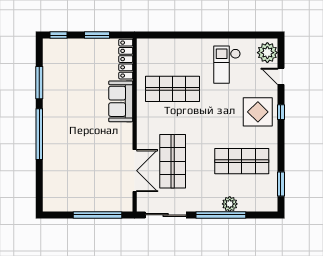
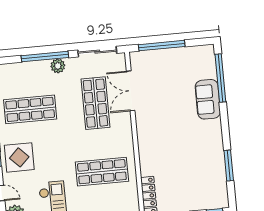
sofa: (121, 101) -> (208, 99), moved, turned 180
window: (39, 134) -> (220, 78), moved
plant: (230, 204) -> (58, 66), moved

